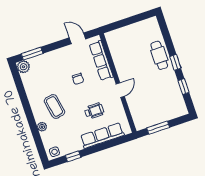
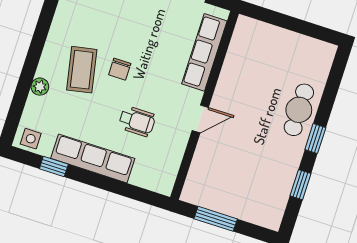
chair: (78, 79) -> (120, 69), moved
row of seats: (102, 136) -> (93, 158), moved

